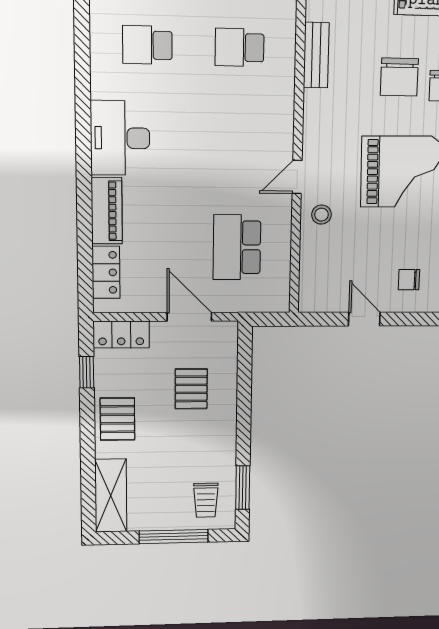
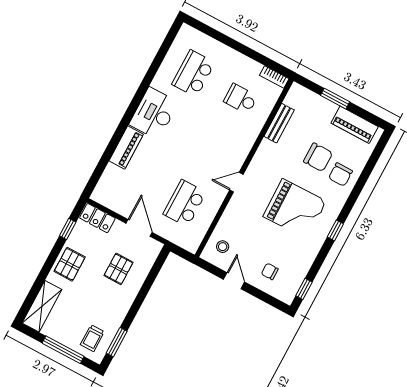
school desk: (147, 45) -> (193, 74), width x1.85
chair: (399, 77) -> (318, 157), turned -90
stool: (321, 215) -> (223, 247), moved
locker: (106, 272) -> (108, 180), removed

